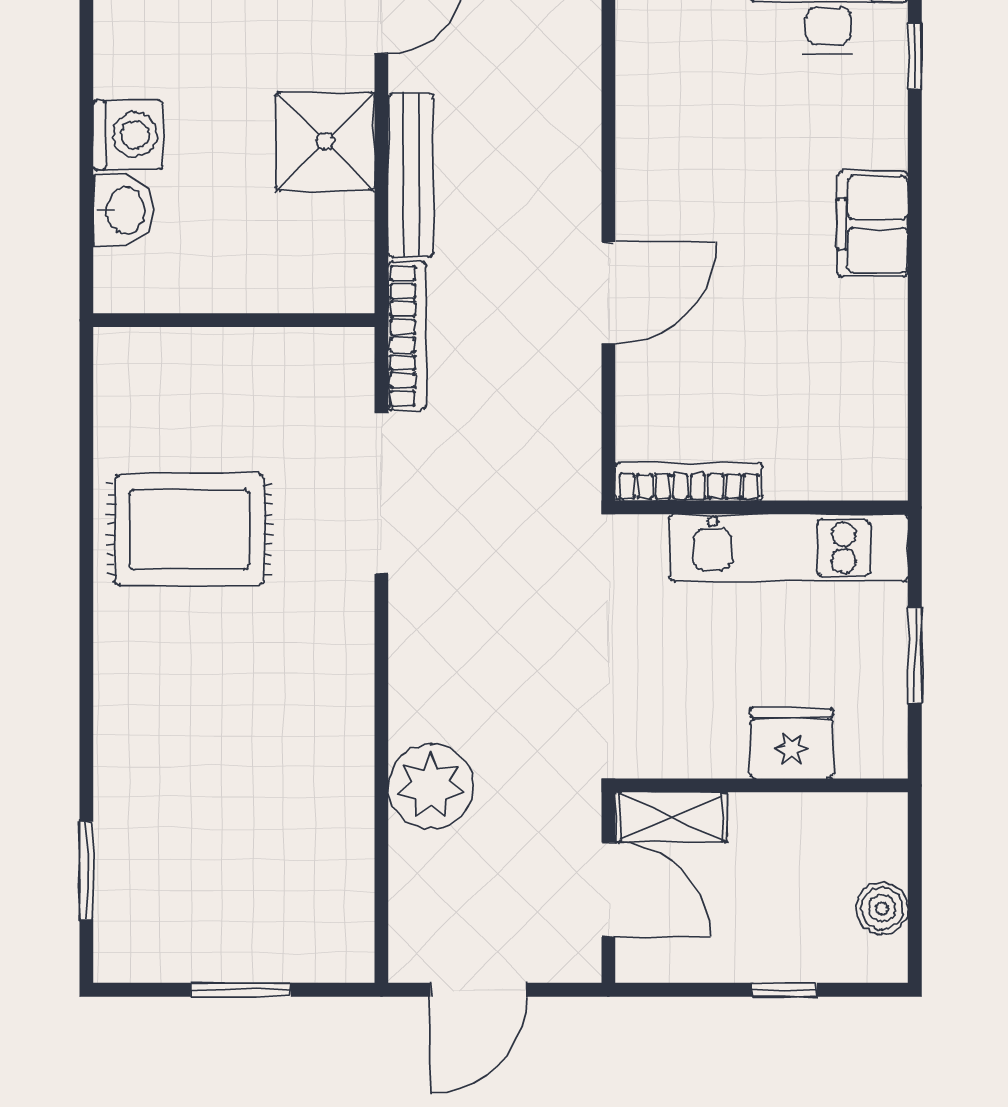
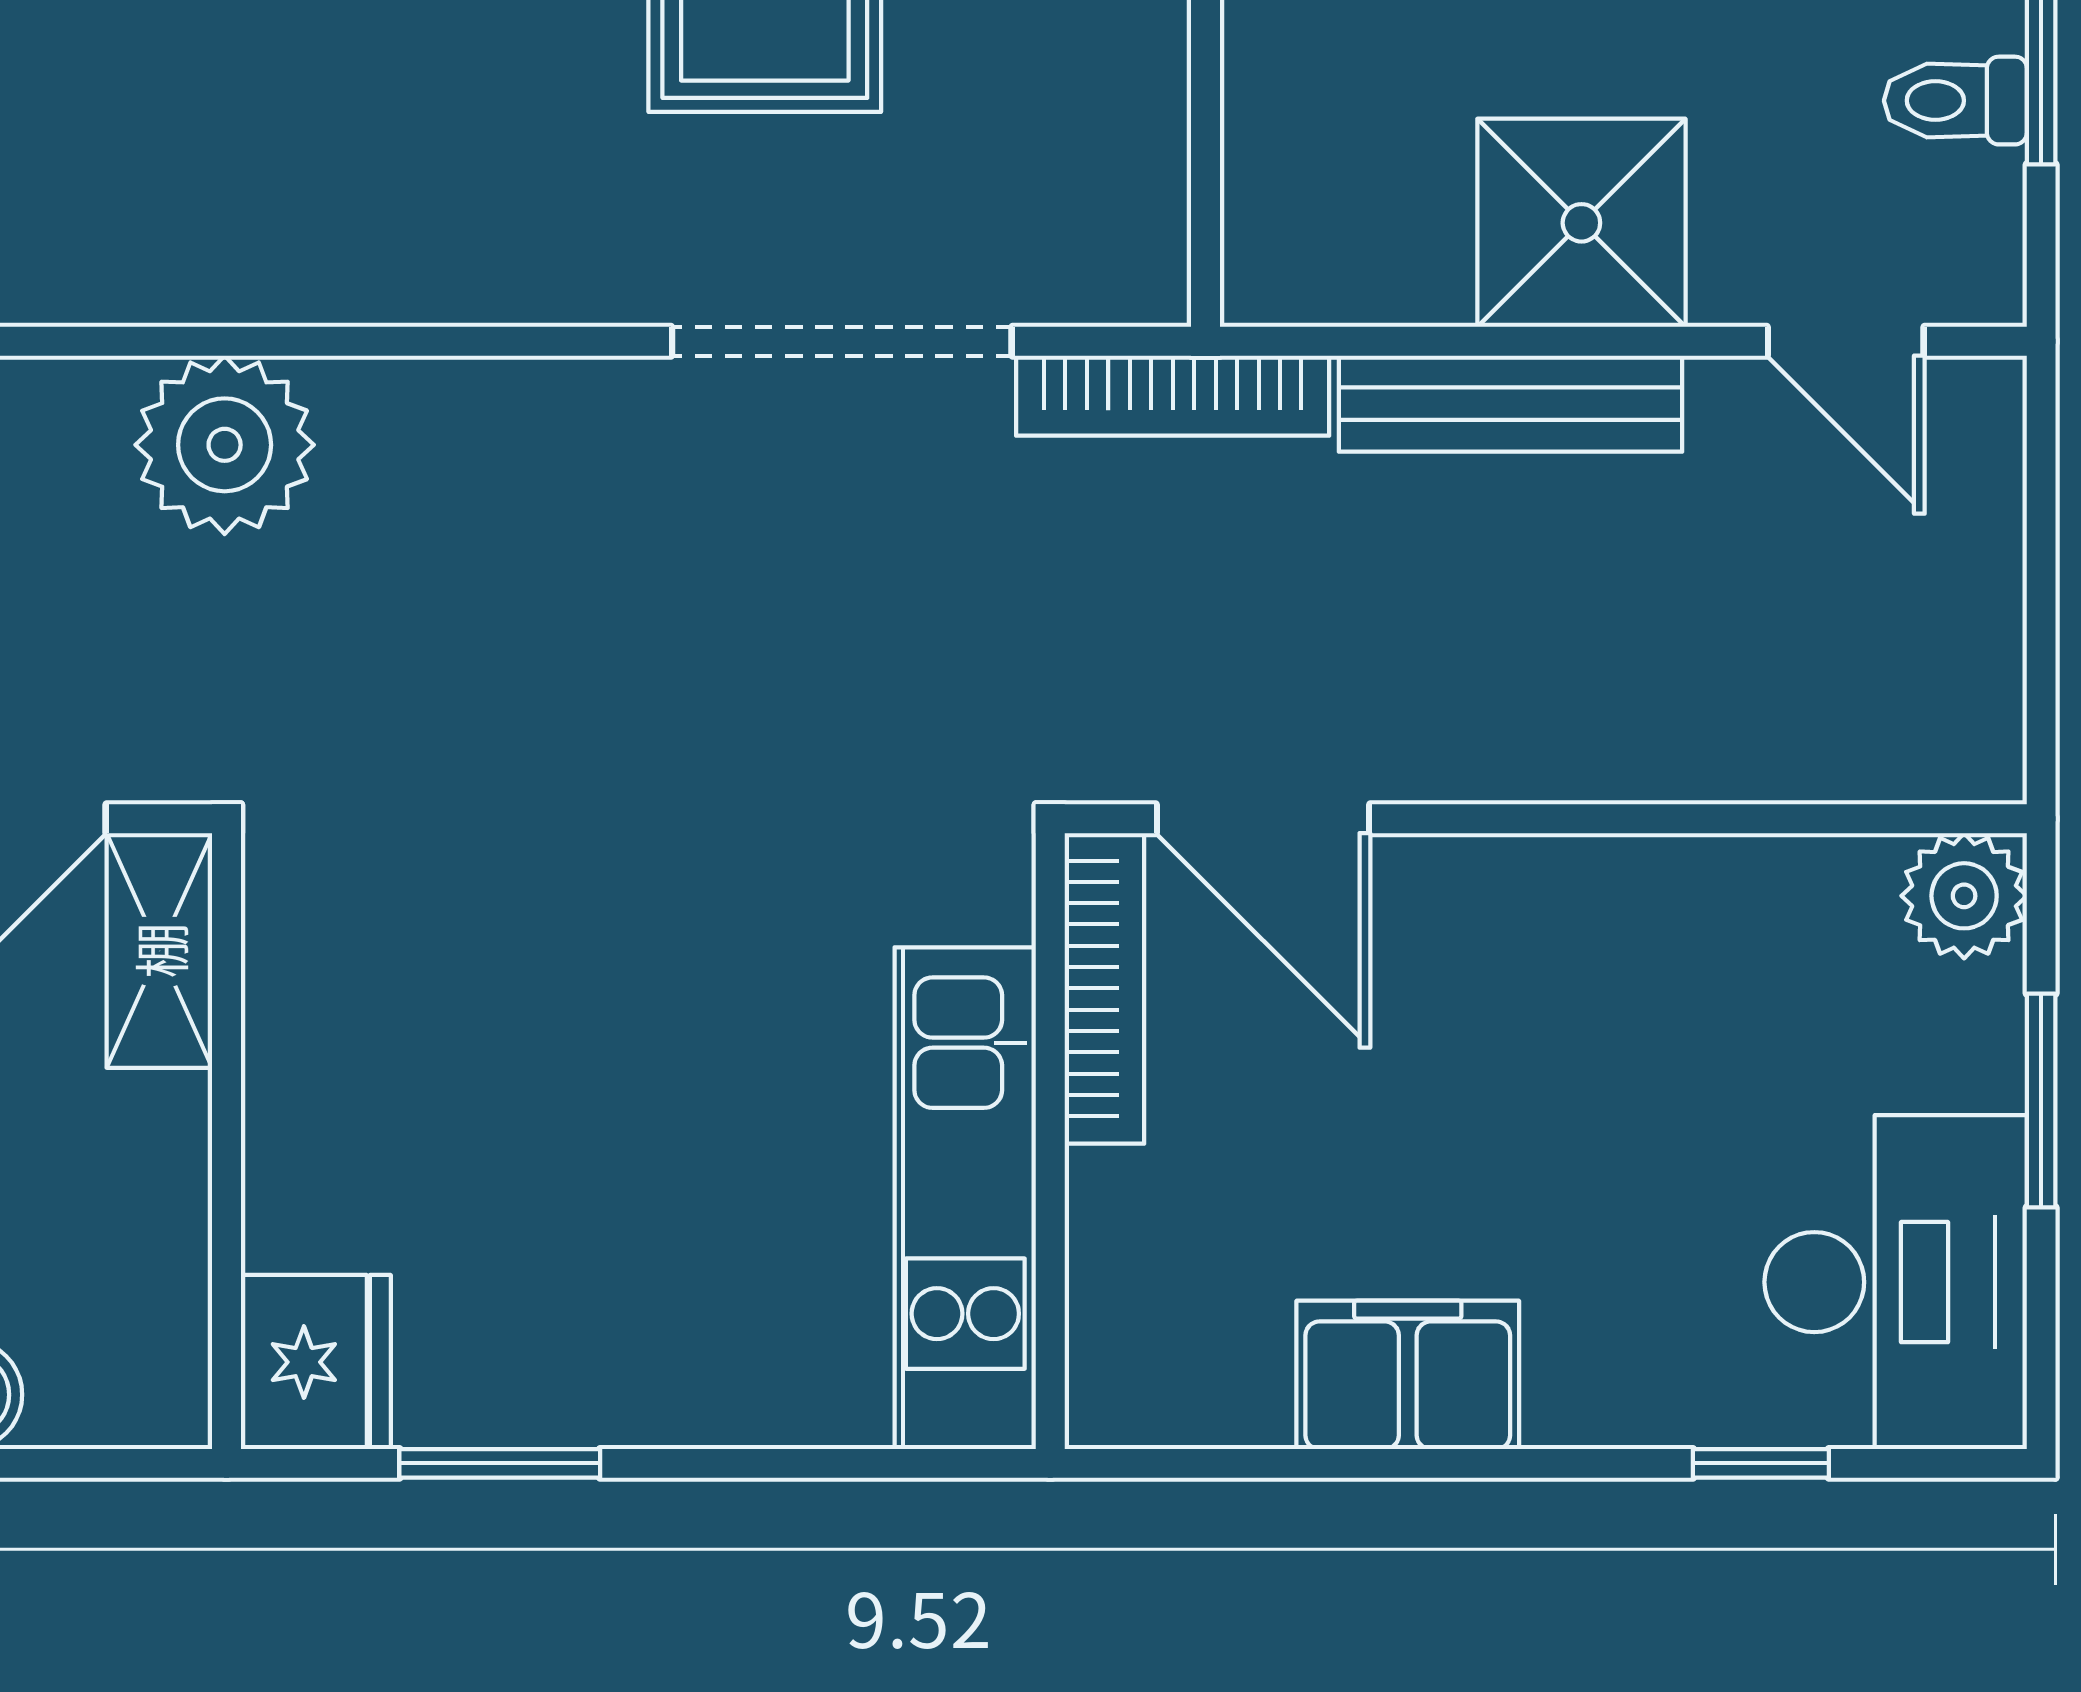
bookcase: (689, 482) -> (1104, 988), moved
wall: (762, 507) -> (1050, 1141), moved
kitchen unit: (789, 548) -> (965, 1198), moved
fridge: (792, 743) -> (316, 1362), moved

